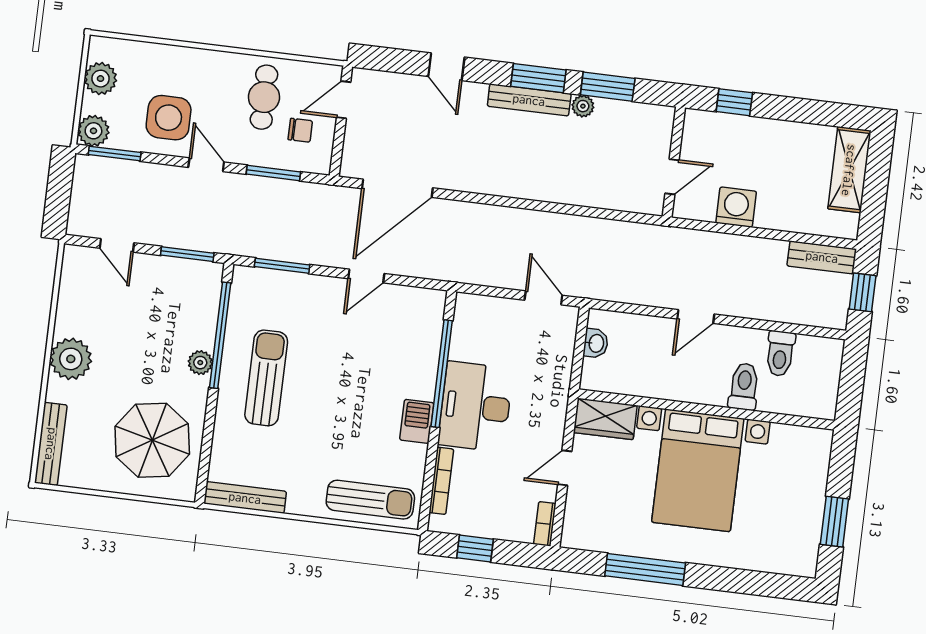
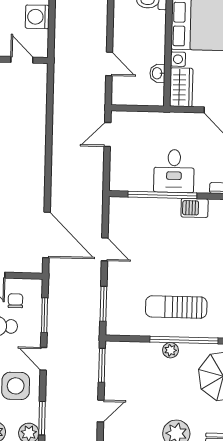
door: (206, 165) -> (43, 359), hinge flipped
door: (696, 317) -> (109, 64), moved
window: (220, 335) -> (184, 340), moved
washbasin: (596, 343) -> (157, 73), moved, turned -90
desk: (475, 407) -> (174, 171), width x0.73

